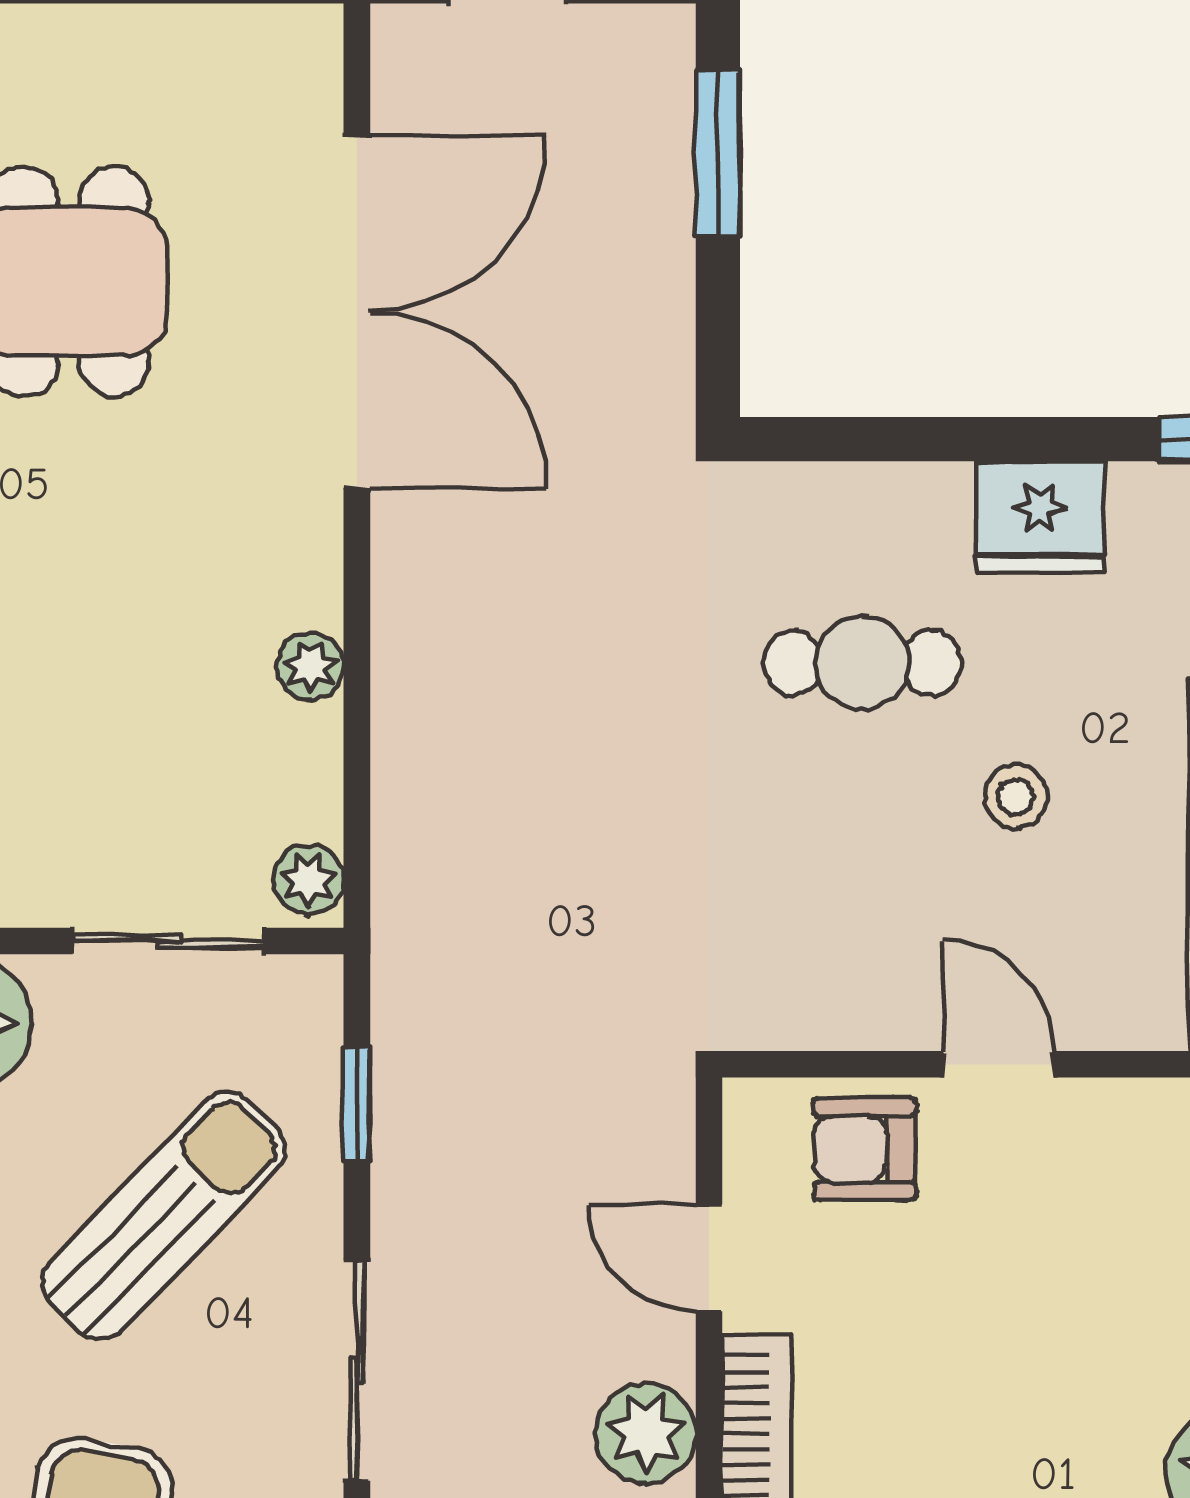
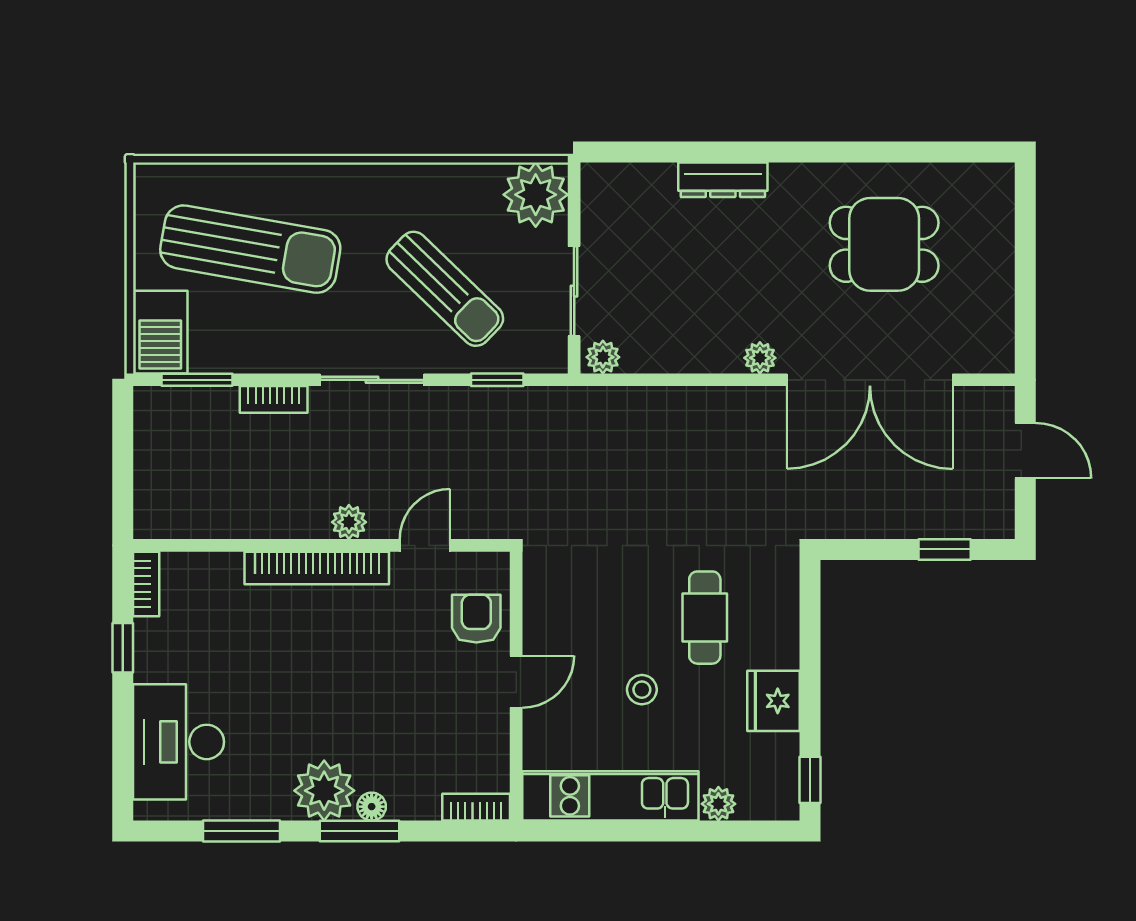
window: (718, 153) -> (945, 549), width x0.67
plant: (310, 666) -> (760, 358), moved
plant: (646, 1433) -> (349, 522), width x0.73, depth x0.73

